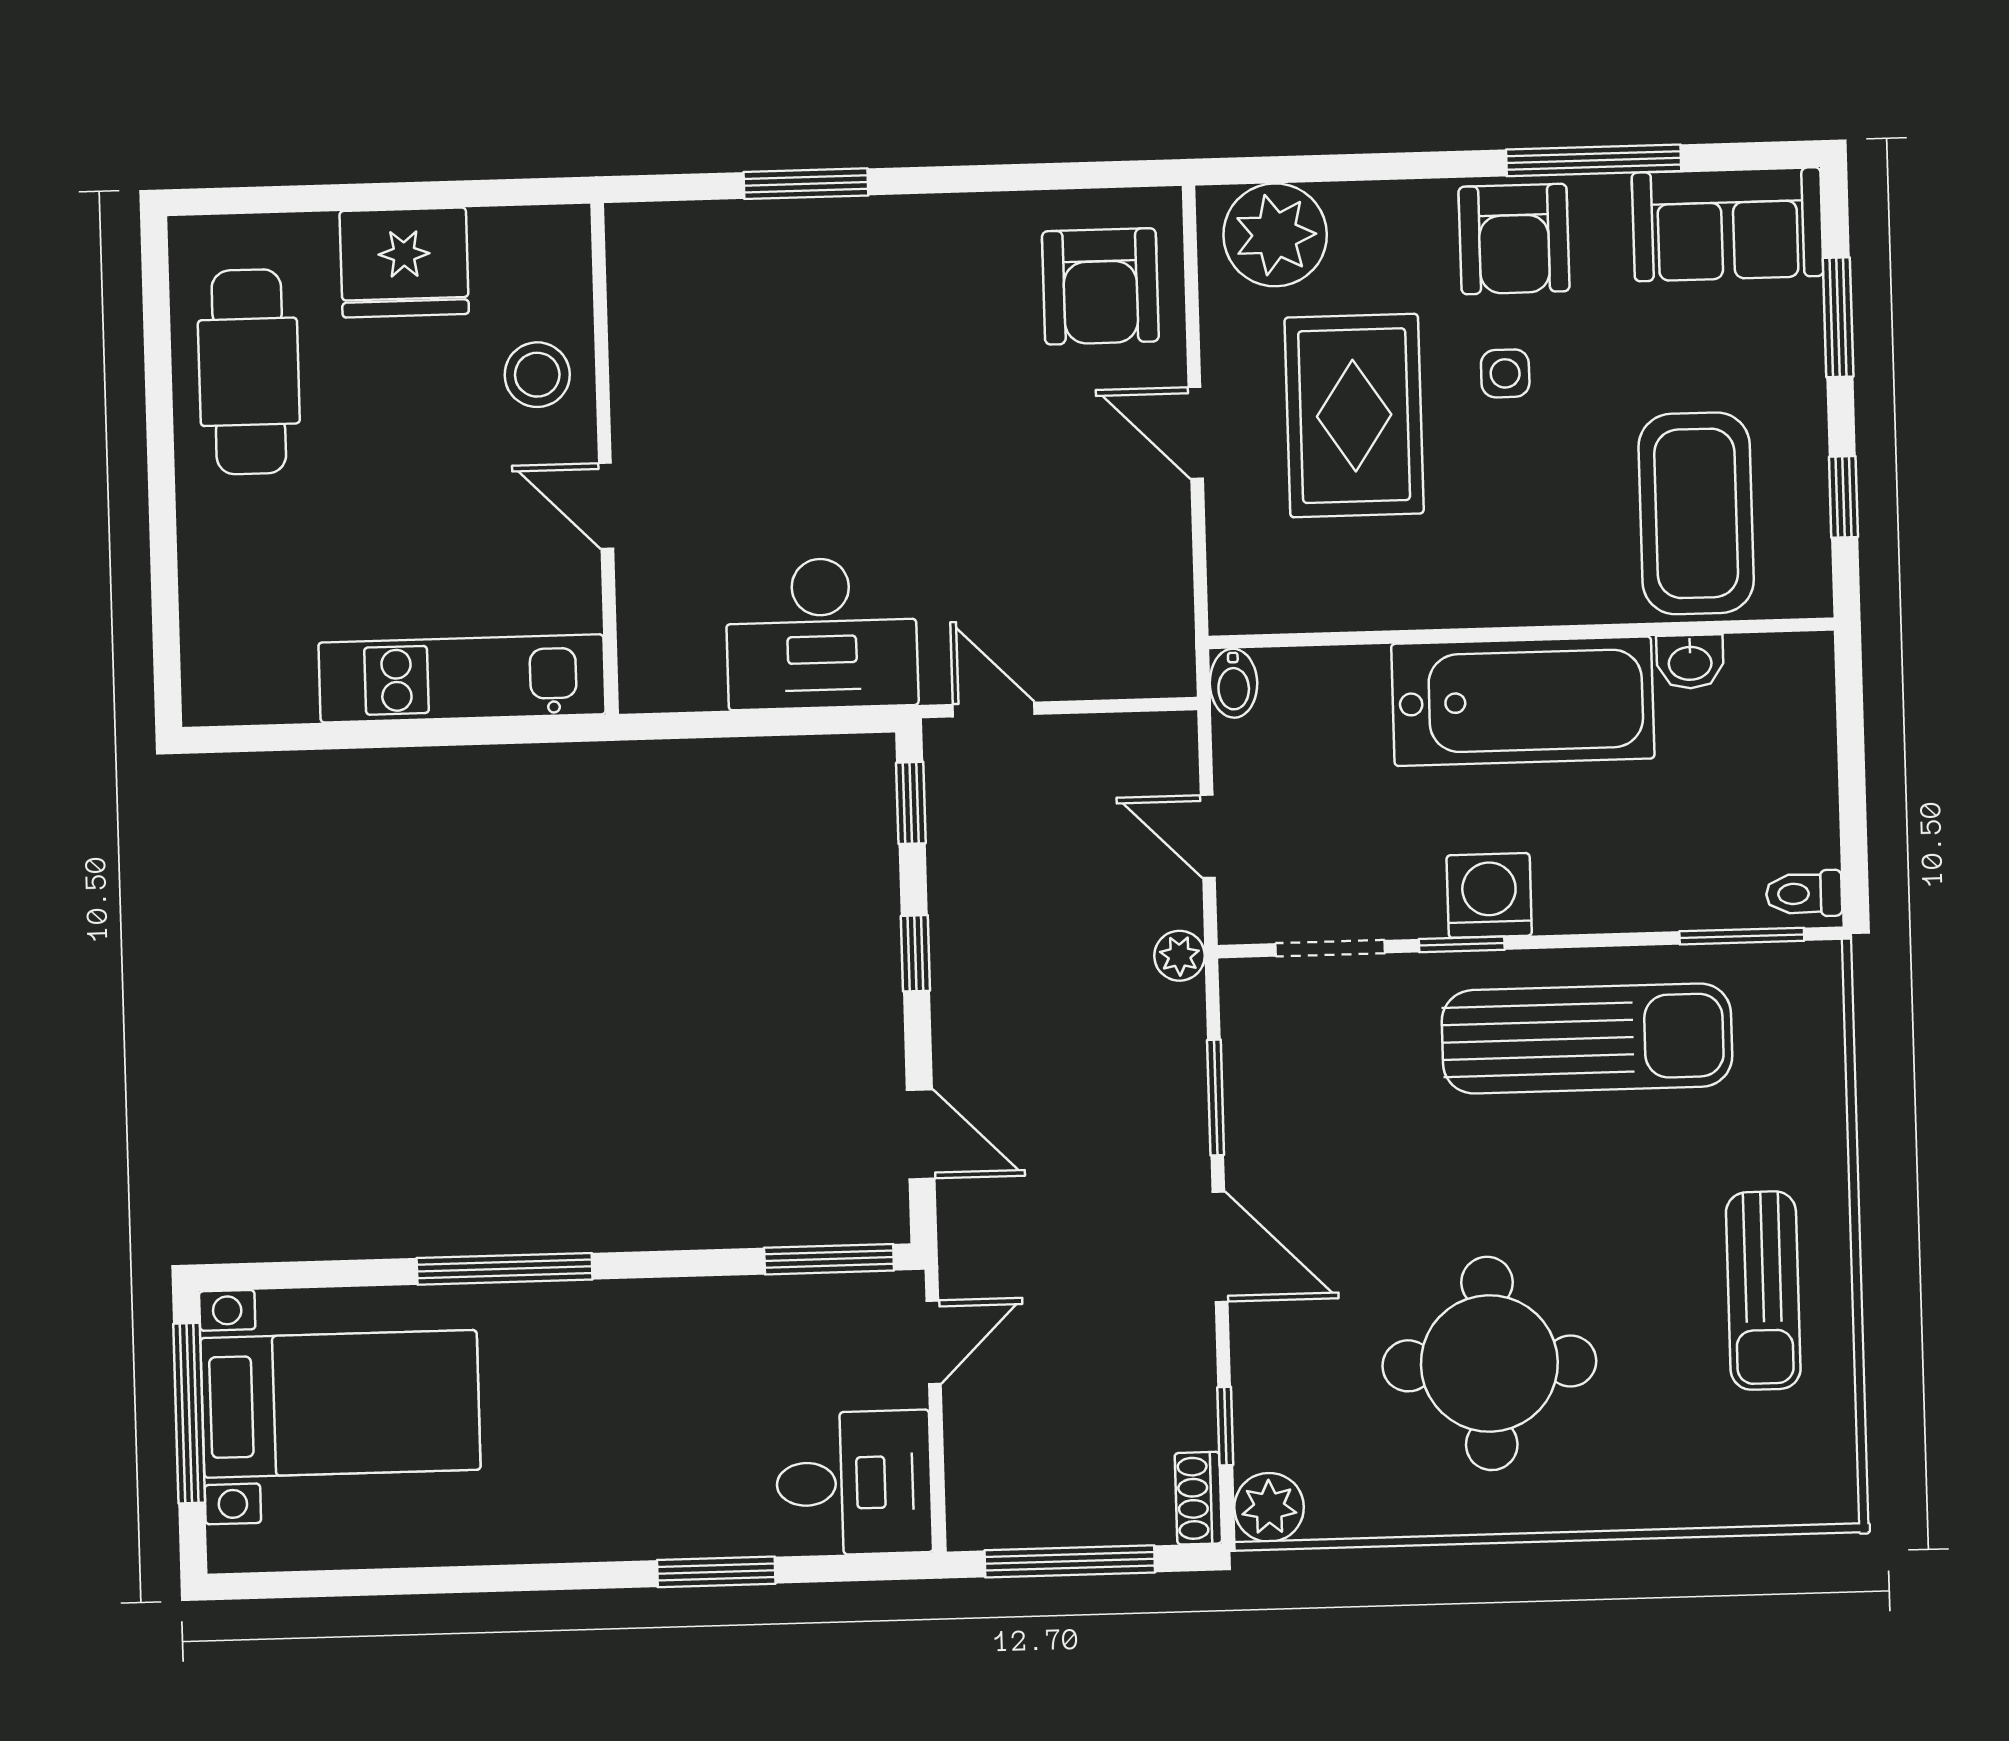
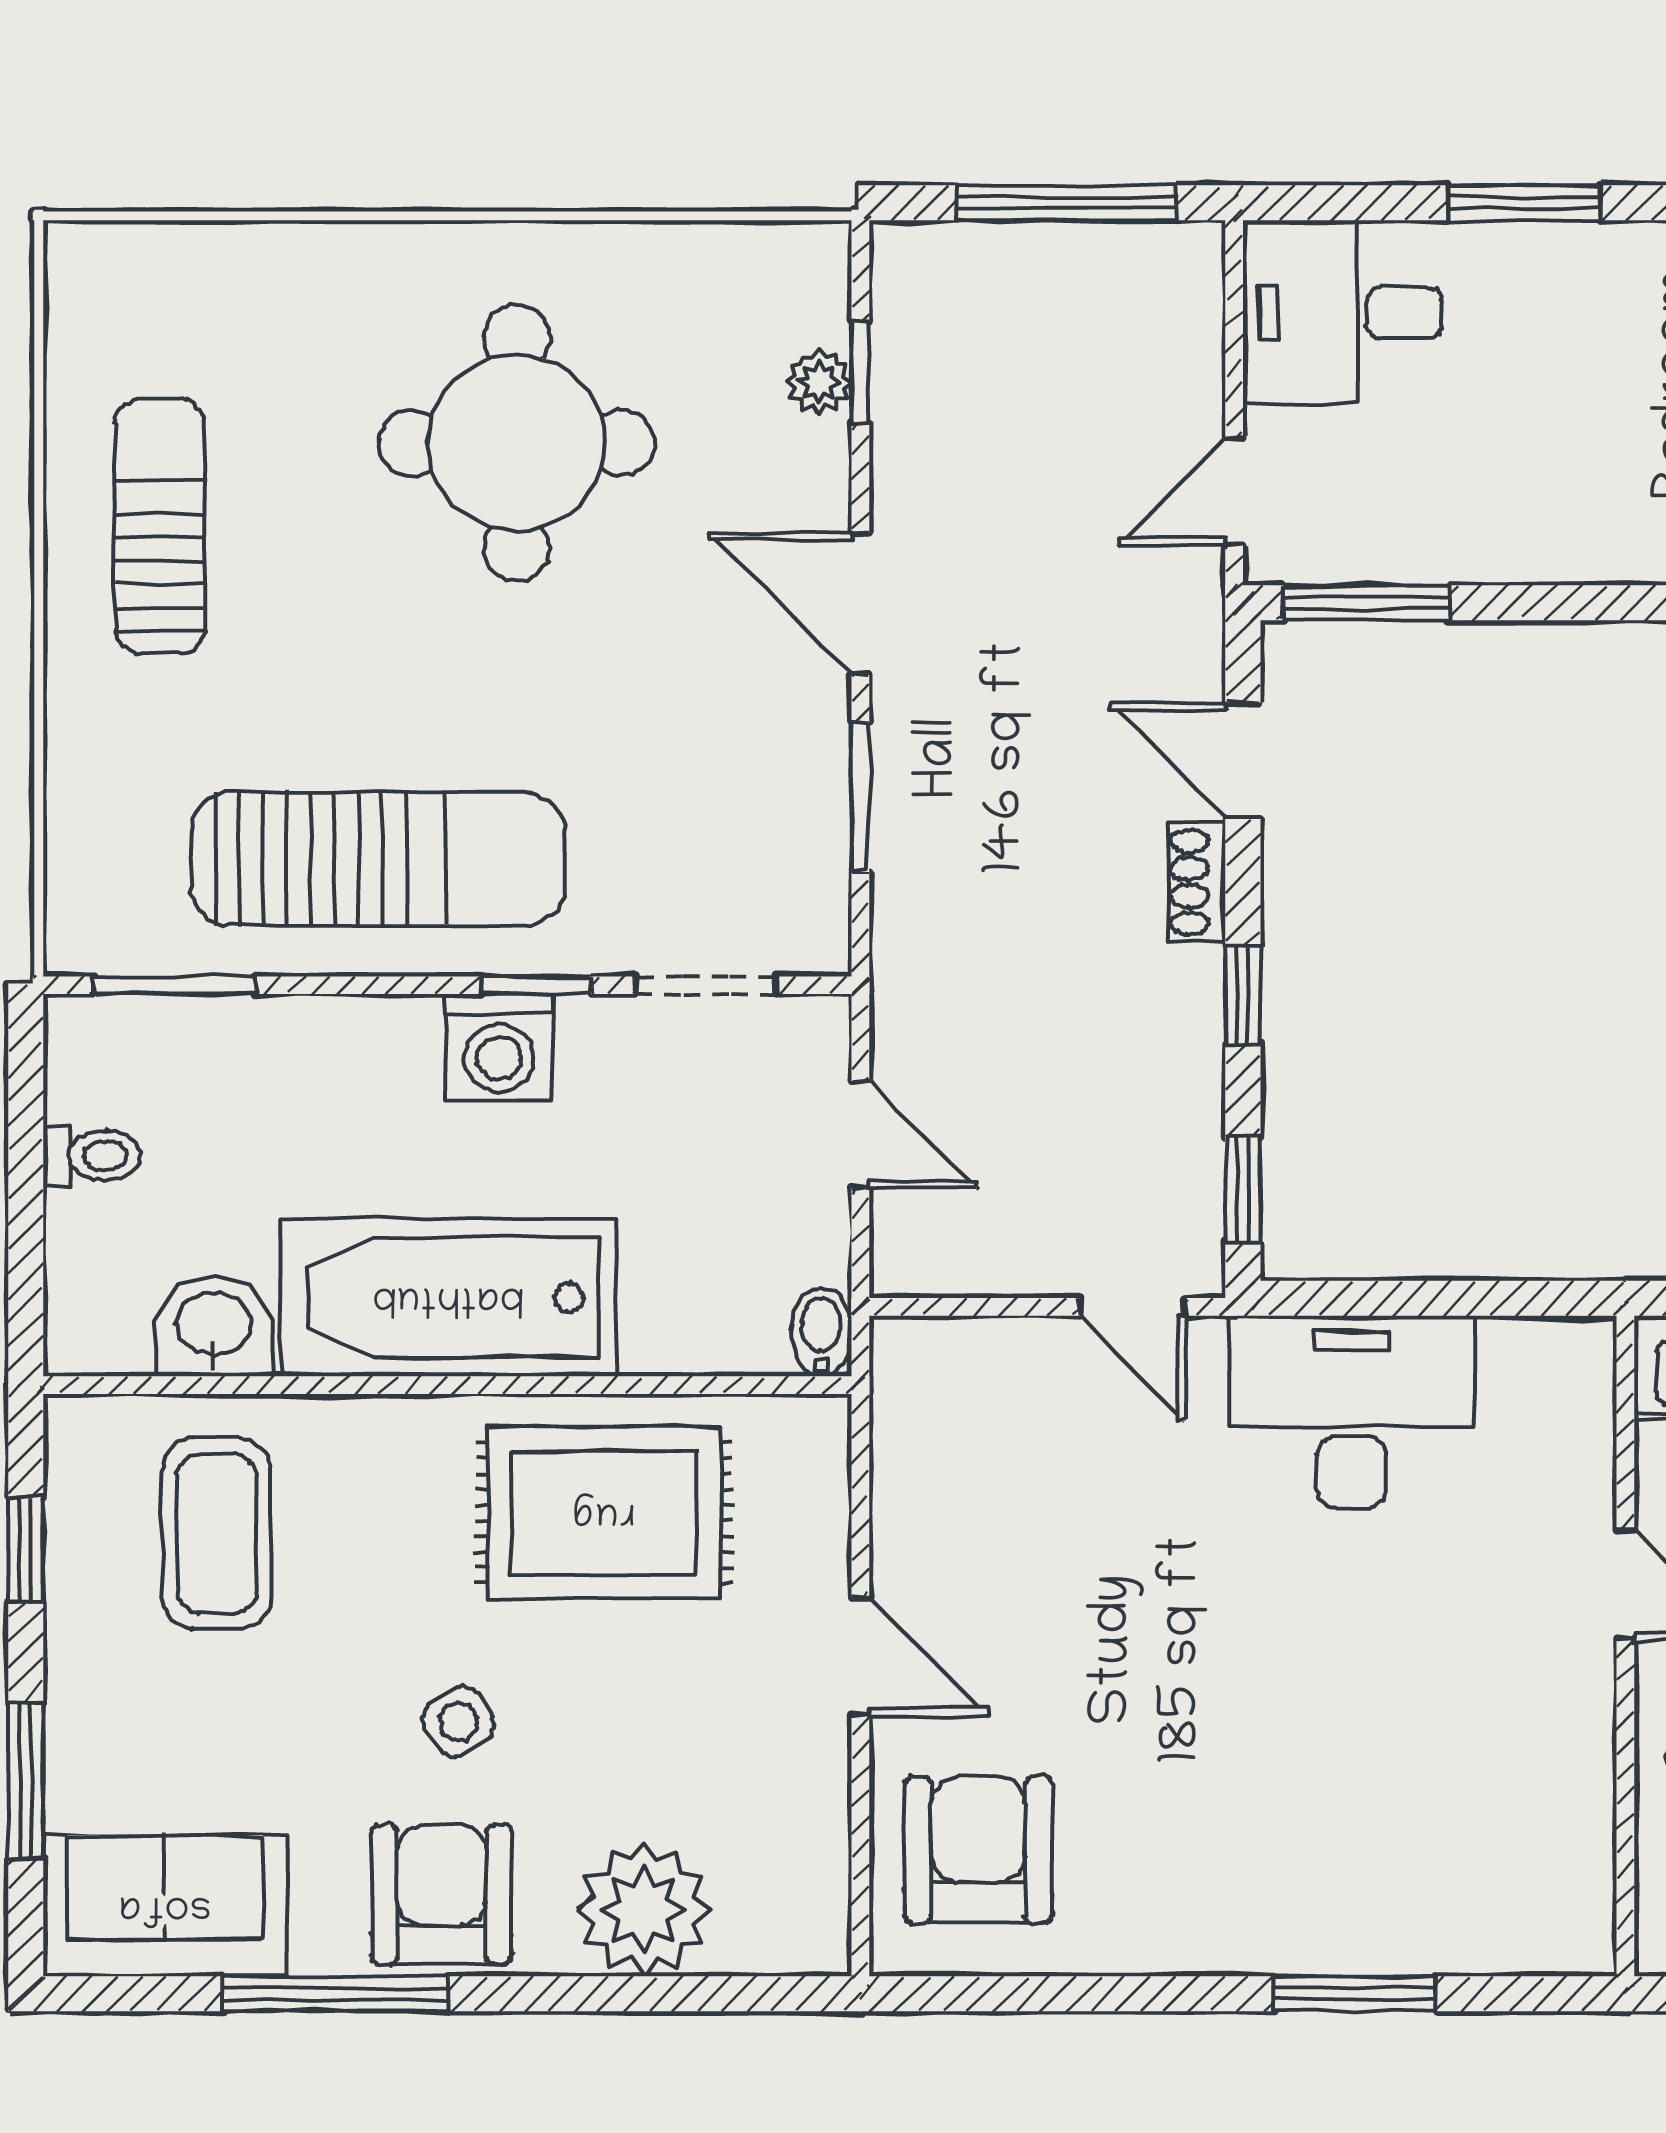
plant: (1275, 235) -> (644, 1910), moved
side table: (1505, 373) -> (458, 1722), turned -34
rug: (1354, 416) -> (604, 1513), moved, turned 90
coffee table: (1696, 513) -> (217, 1533), width x0.73, depth x0.76
washbasin: (1690, 662) -> (214, 1326), width x1.38, depth x1.45
toilet: (1804, 894) -> (92, 1156), moved
plant: (1180, 956) -> (902, 981), removed
sun lounger: (1587, 1038) -> (378, 859), turned 180
shoe rack: (1198, 1498) -> (1197, 882), moved, turned 180
plant: (1269, 1507) -> (819, 382), moved, width x0.73, depth x0.73

